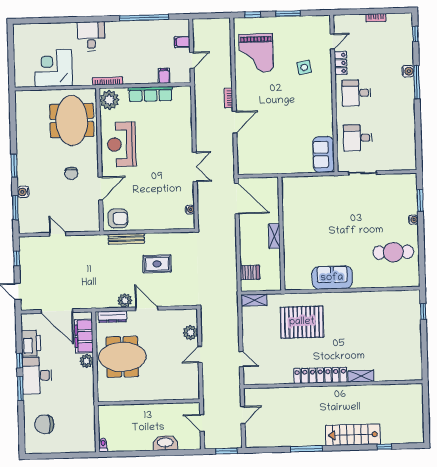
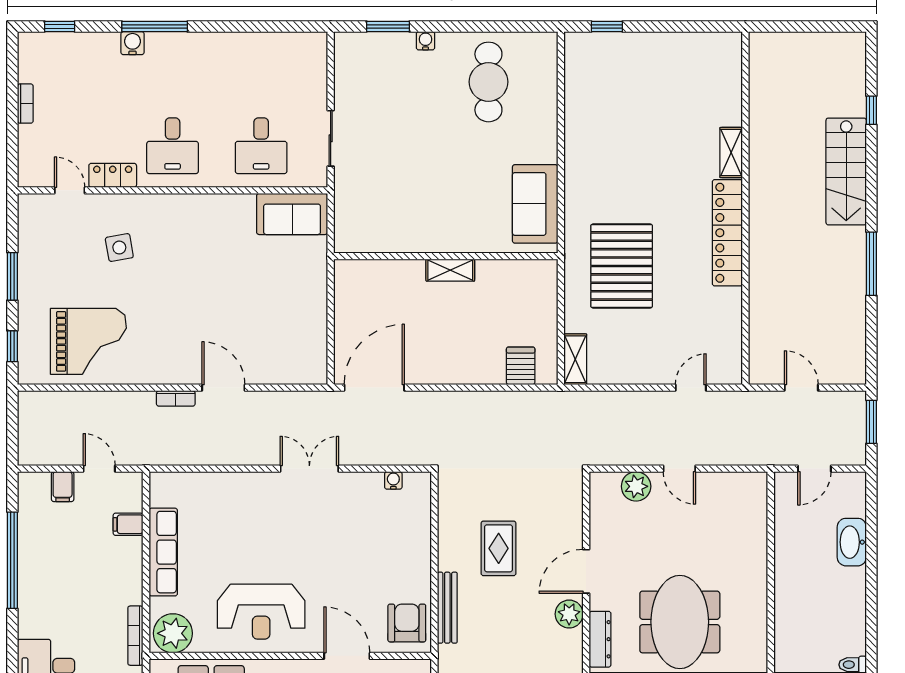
wall: (281, 234) -> (446, 256), moved
shelving: (274, 236) -> (450, 270), moved

